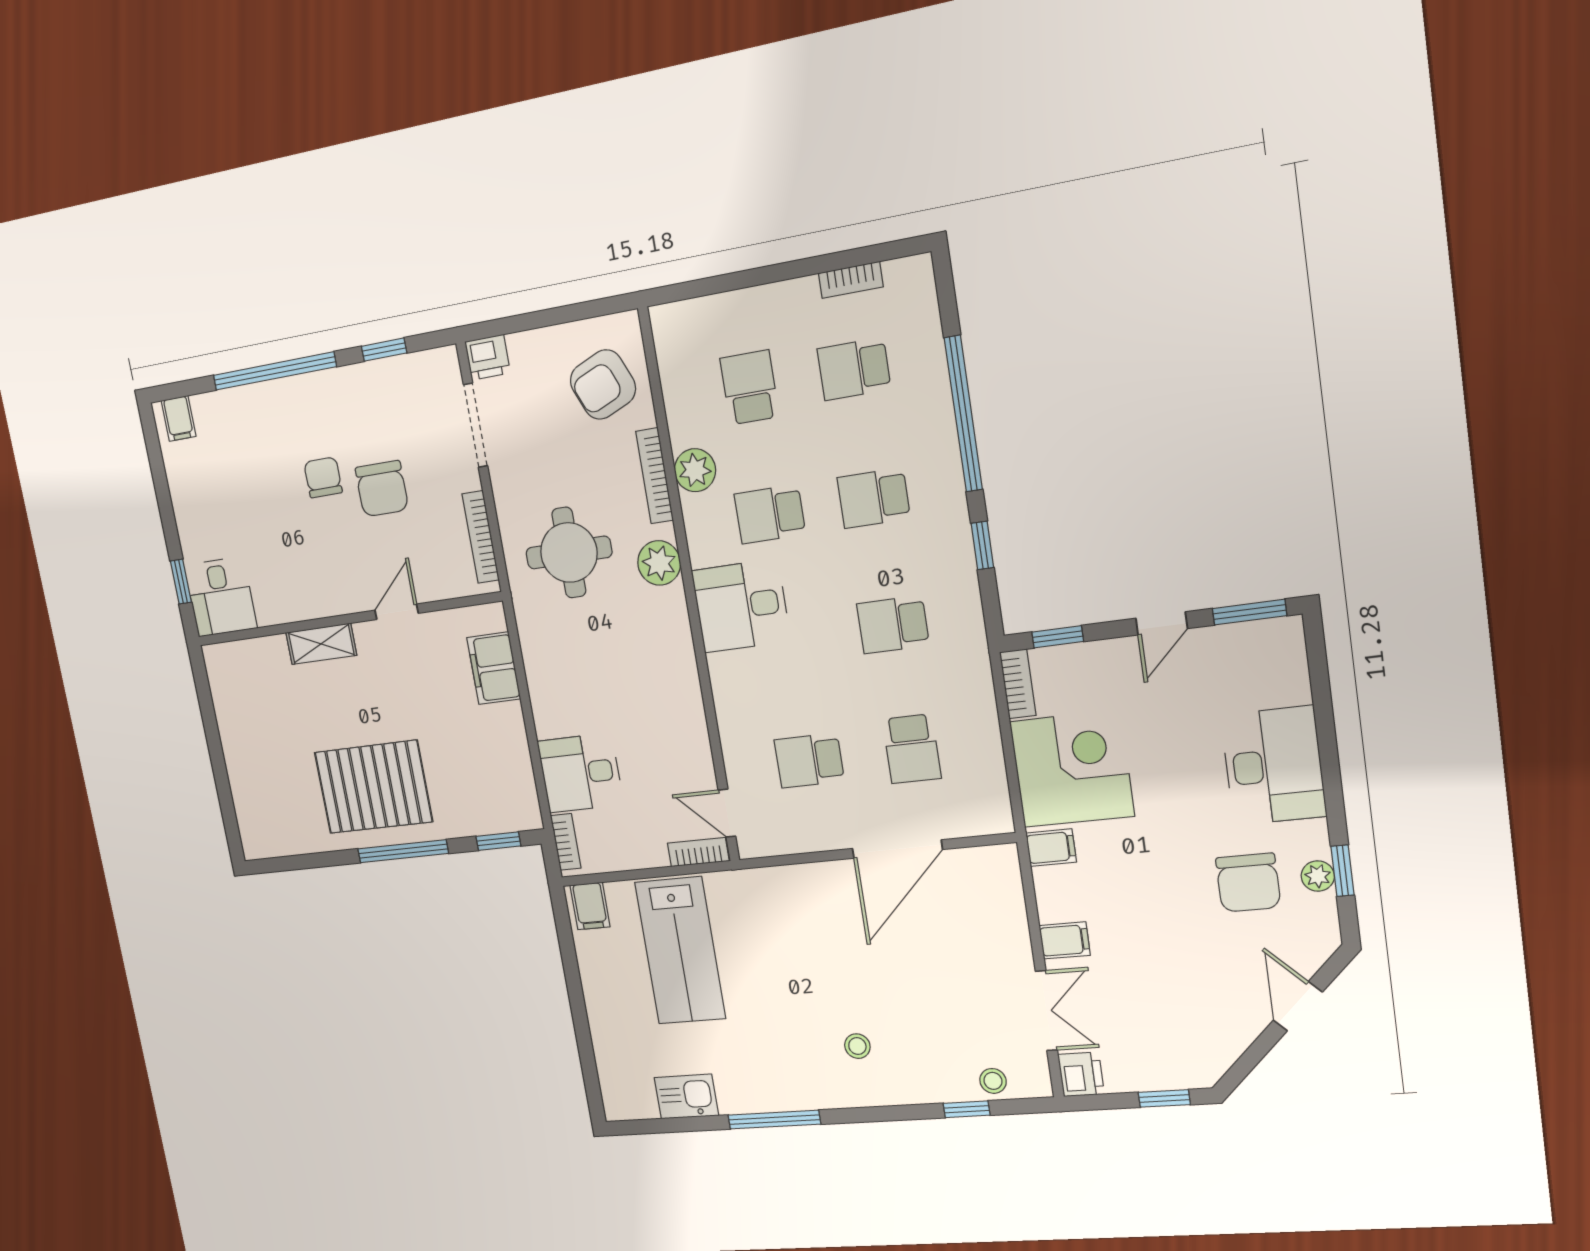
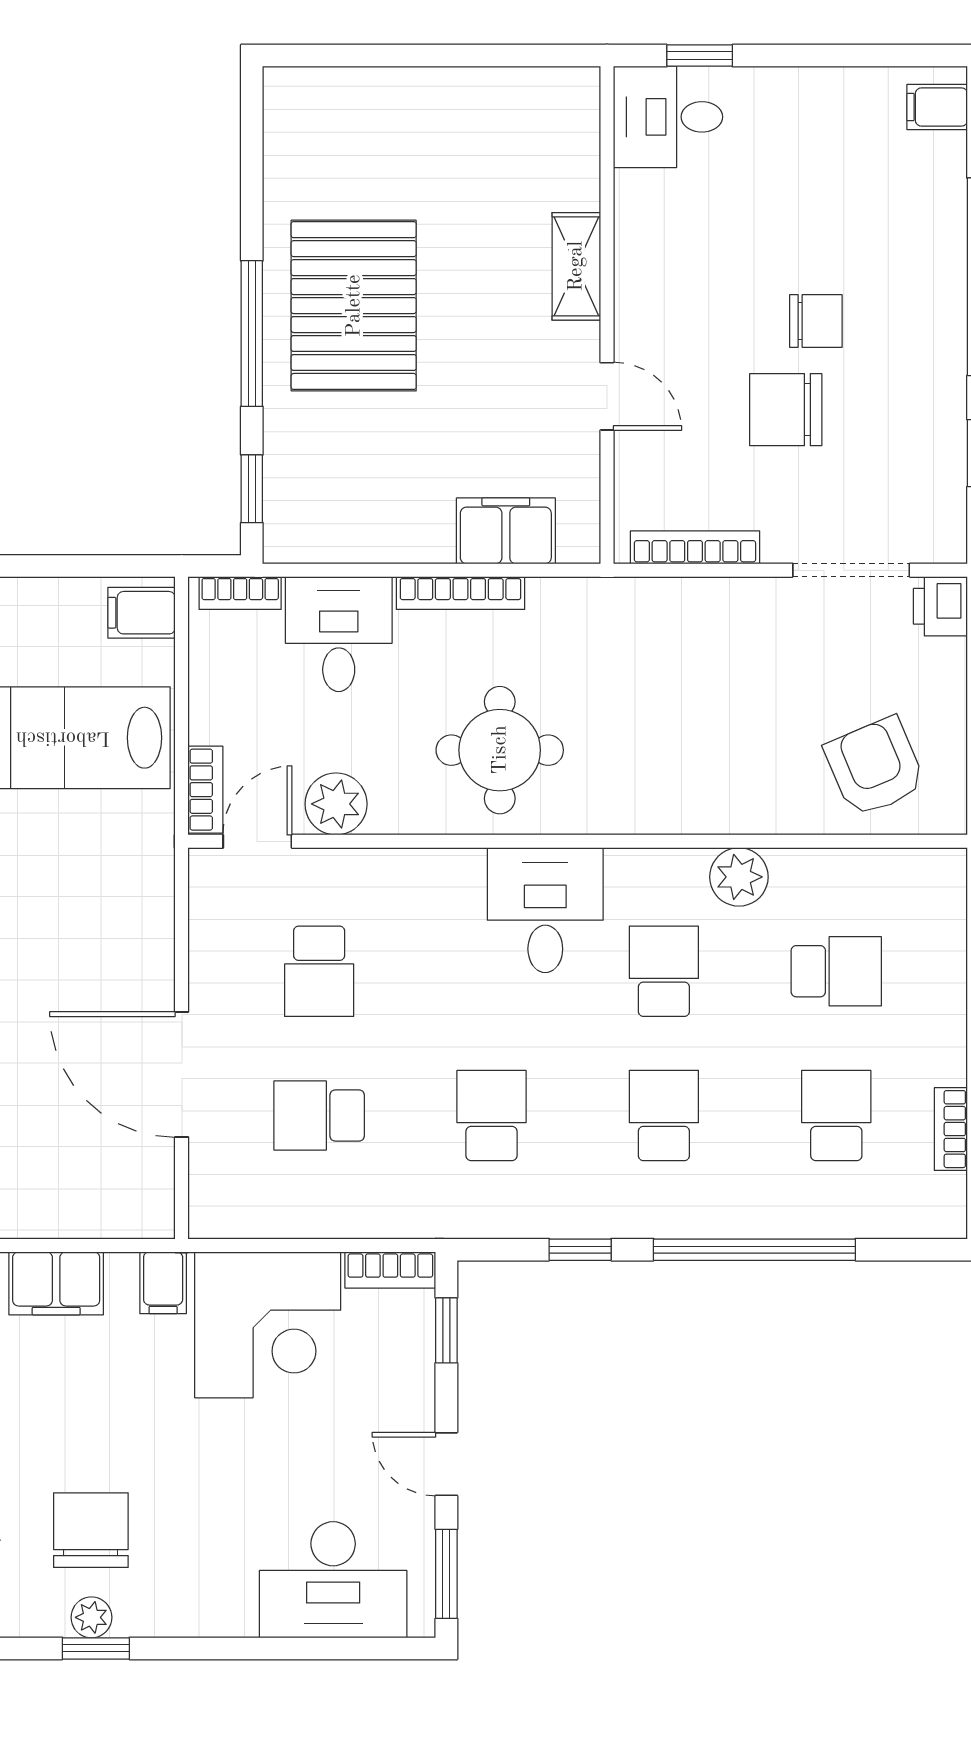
bookcase: (655, 476) -> (460, 593), moved, turned 180
round table: (569, 553) -> (500, 750), moved
plant: (659, 563) -> (336, 804), moved
school desk: (809, 760) -> (319, 971), turned 180
desk: (1273, 766) -> (333, 1580), moved
chair: (1248, 883) -> (91, 1530), turned 90
filing cabinet: (1065, 940) -> (56, 1283), width x2.00

